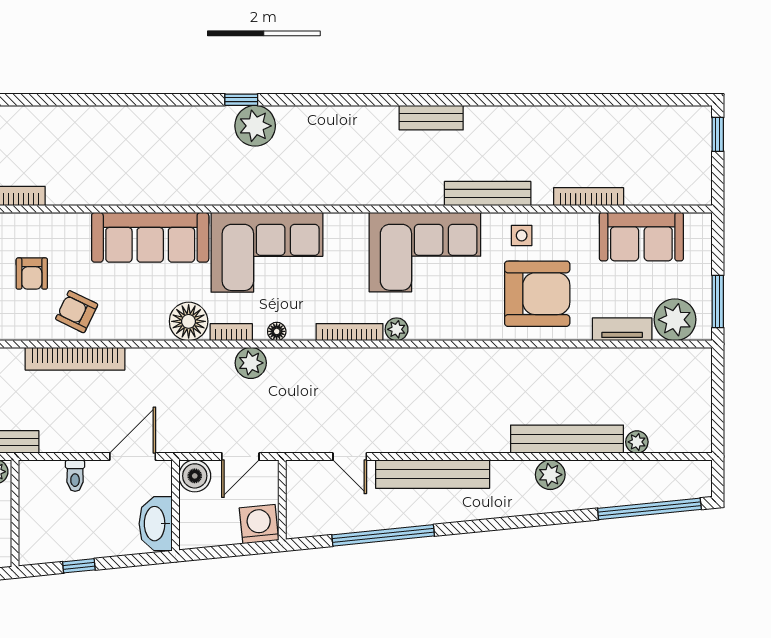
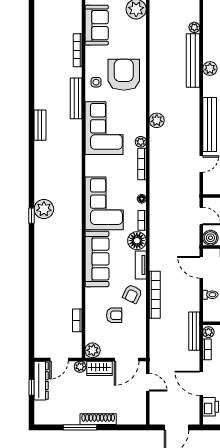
tv unit: (622, 329) -> (141, 265), moved
plant: (251, 363) -> (157, 120), moved

